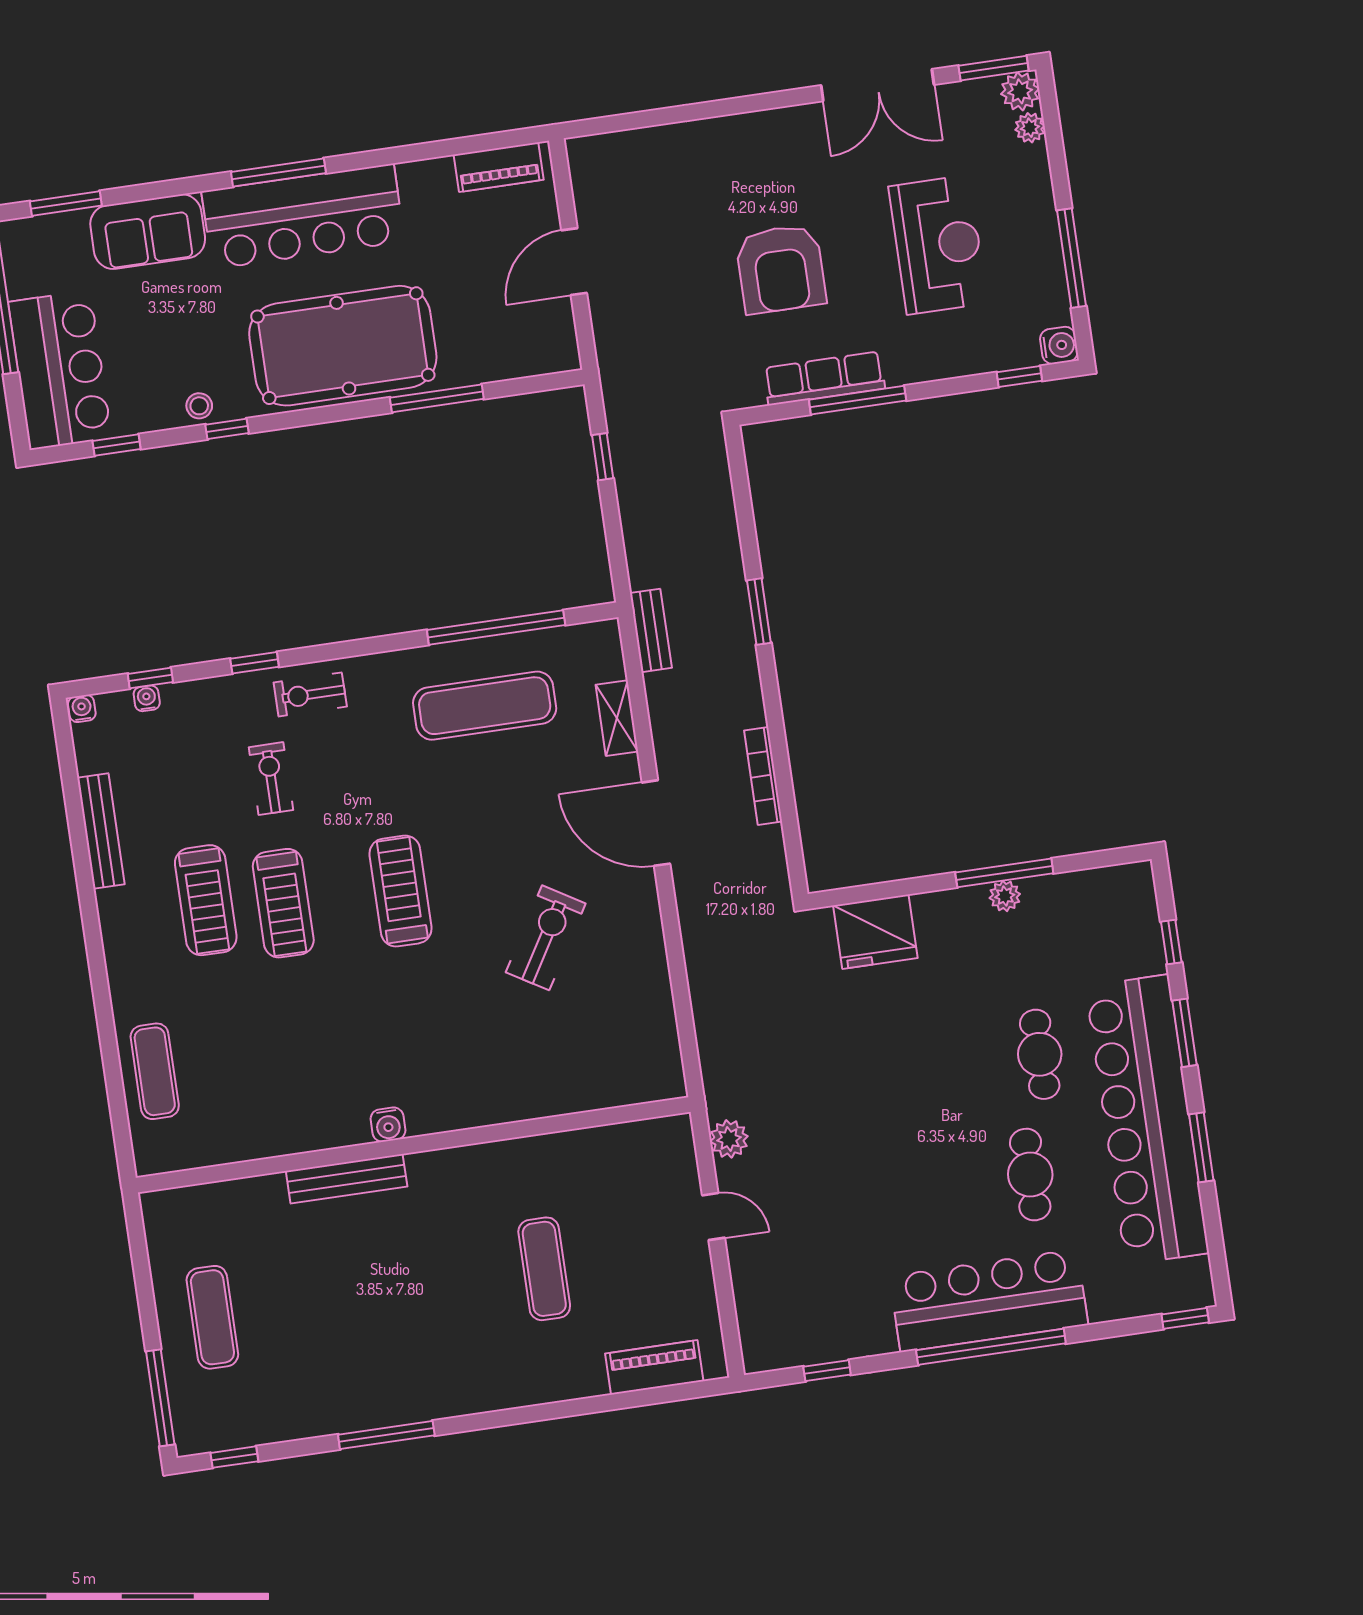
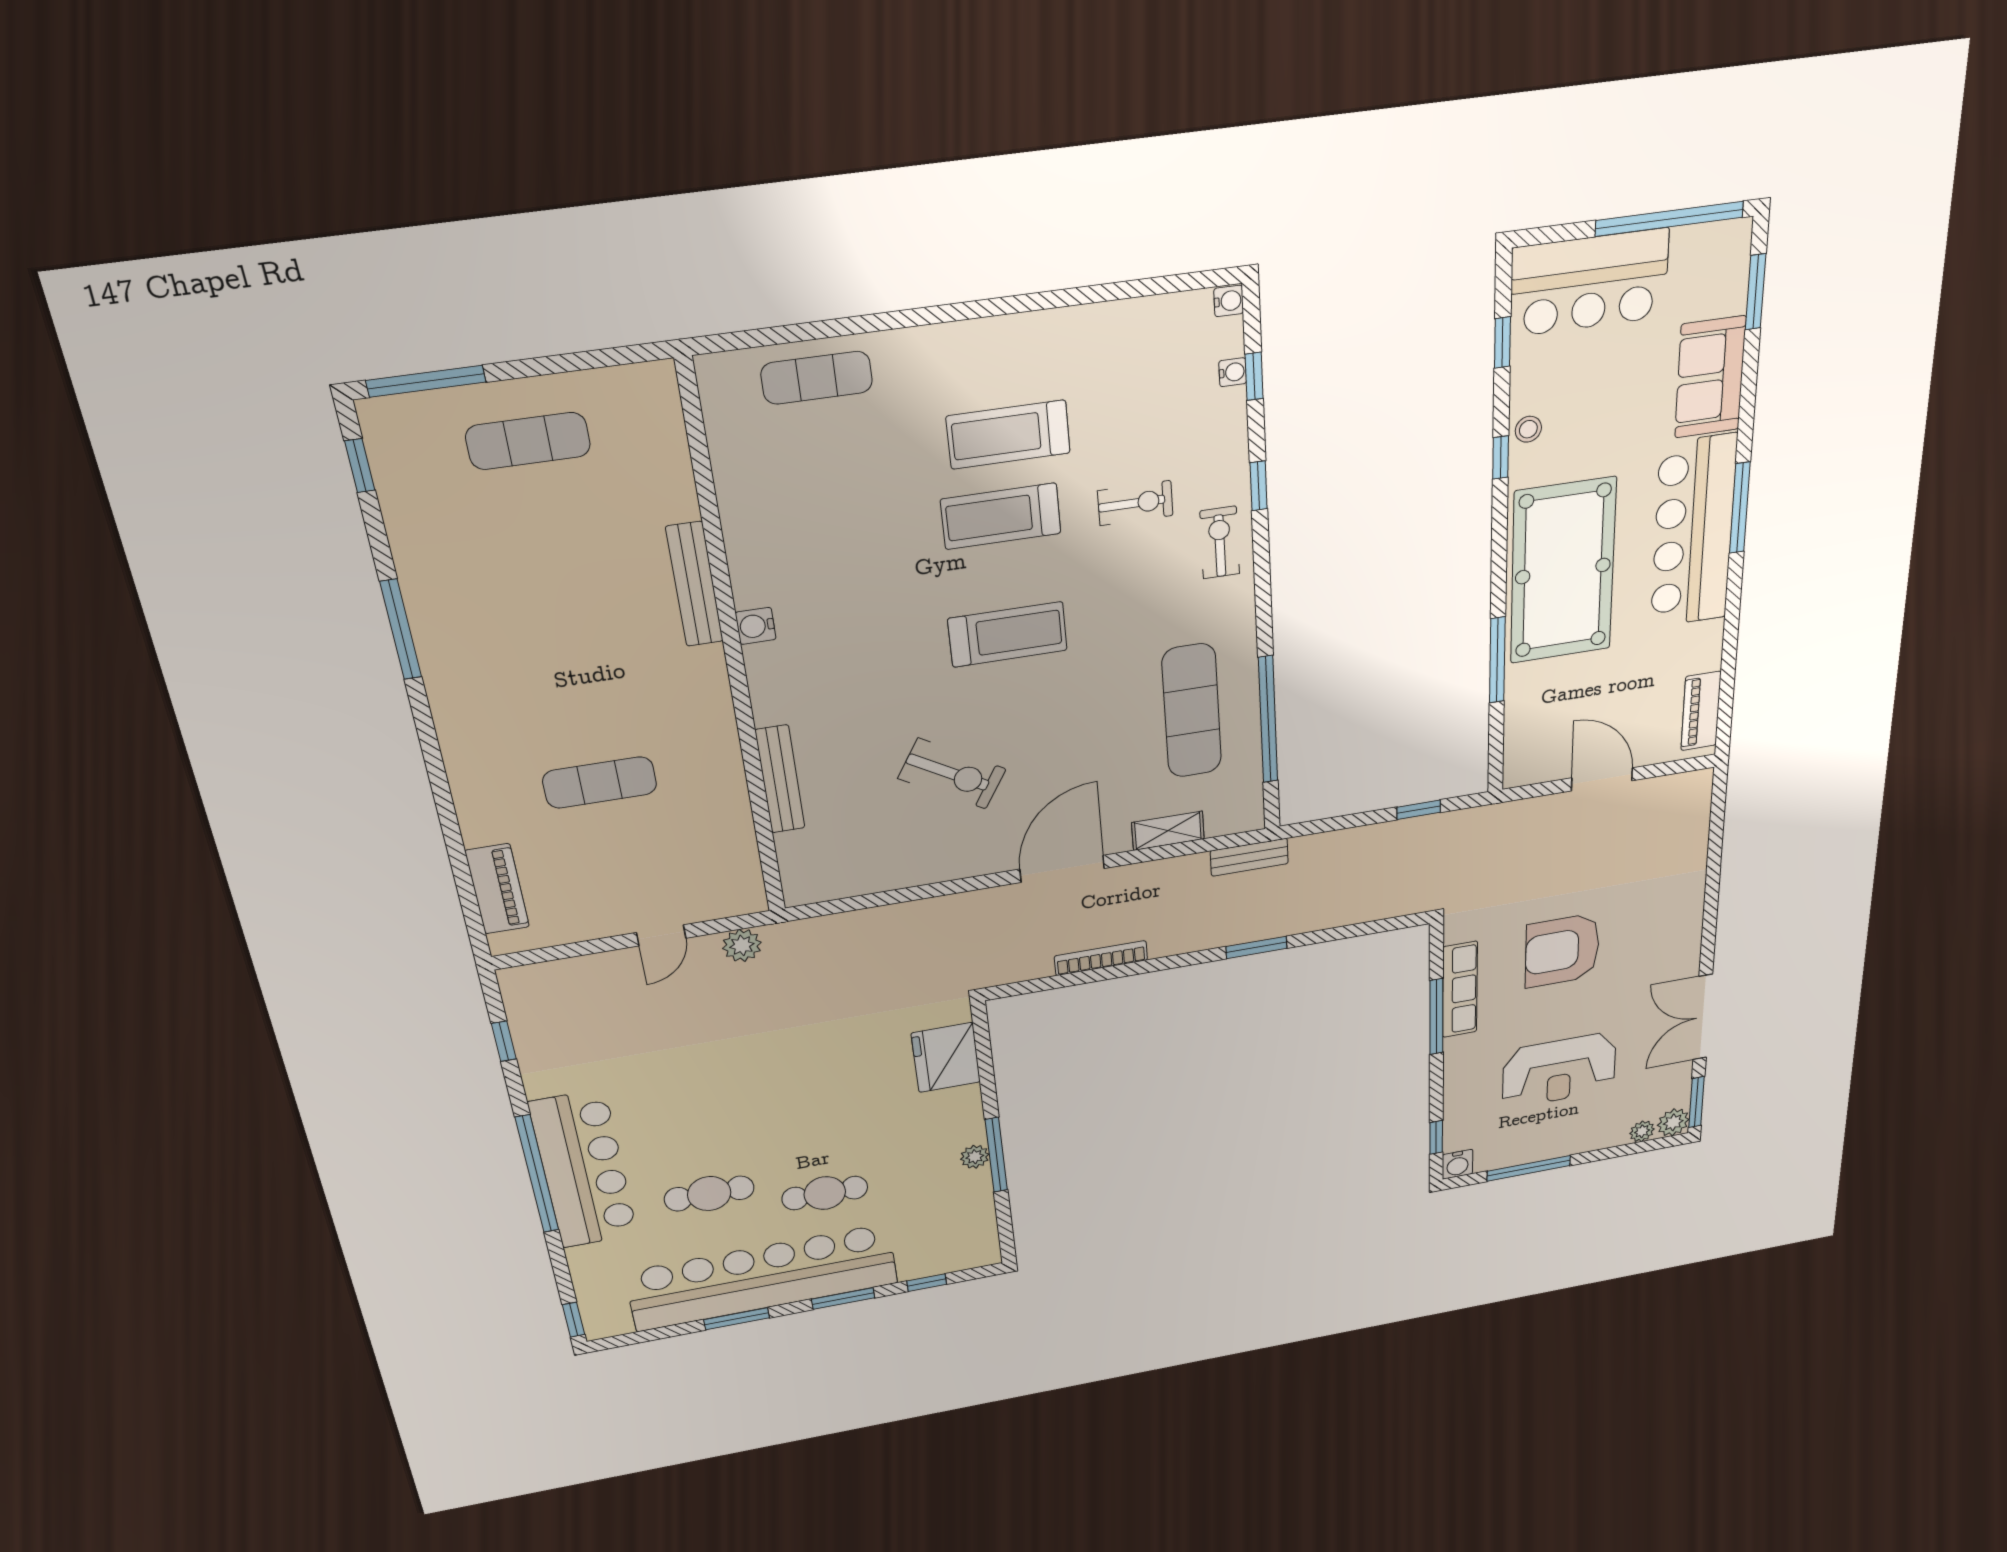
bench: (101, 831) -> (780, 779), moved, turned 90

